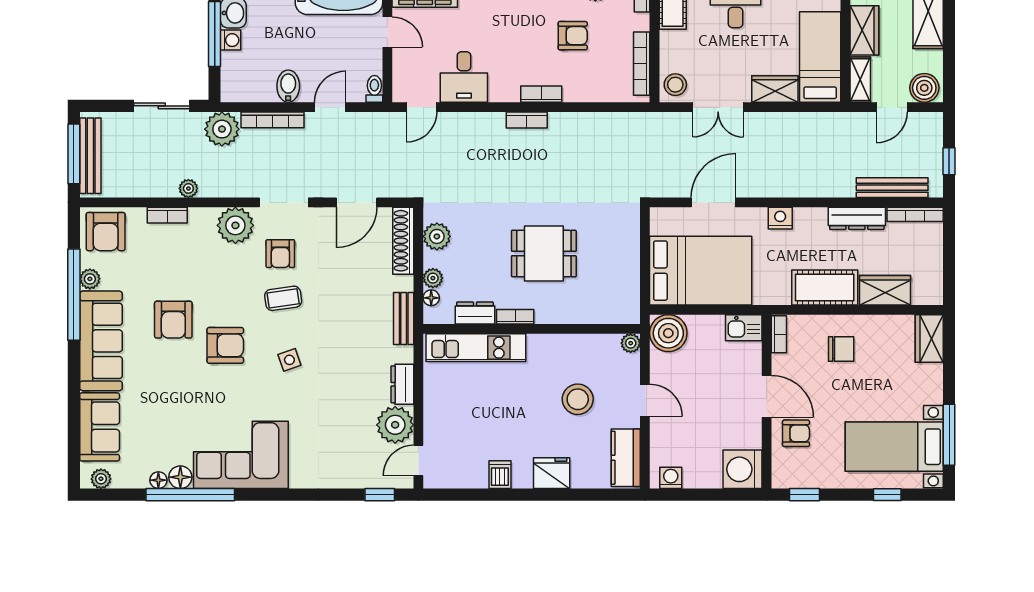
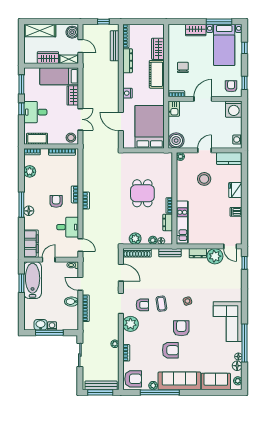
armchair: (573, 36) -> (56, 201), moved
plant: (222, 129) -> (90, 330), removed
wardrobe: (929, 338) -> (196, 30), moved
armchair: (796, 433) -> (231, 86), moved
floor lamp: (180, 477) -> (237, 366), moved

